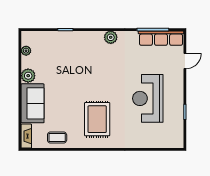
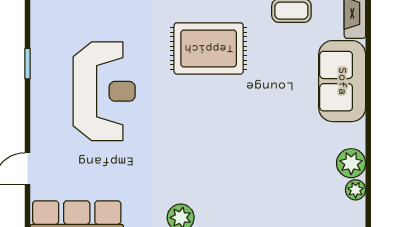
plant: (28, 76) -> (351, 163), moved
rug: (97, 119) -> (209, 48), turned 90

